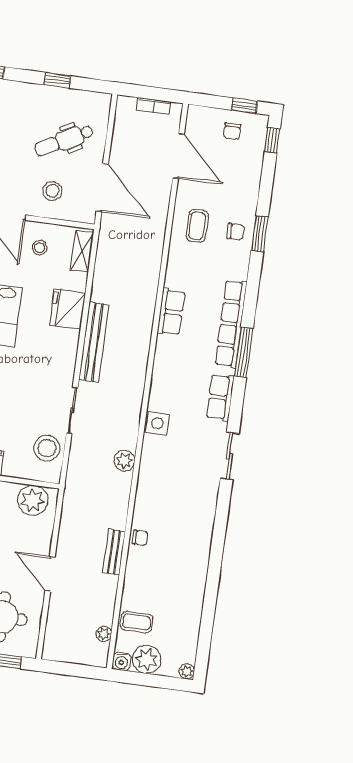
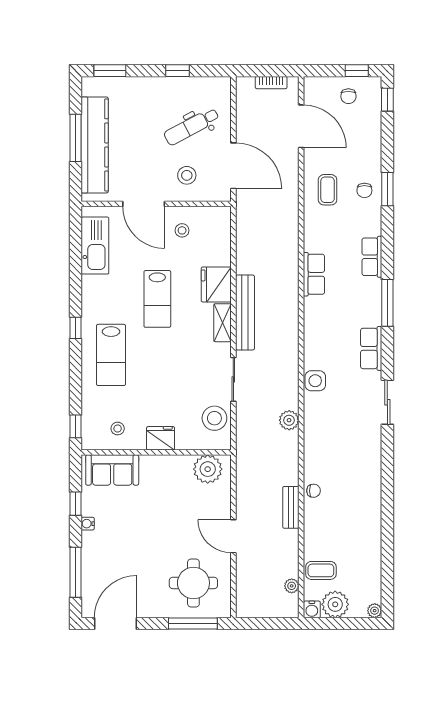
chair: (236, 232) -> (364, 190), turned 90
shelving: (82, 251) -> (223, 323), moved
row of seats: (231, 324) -> (372, 257), width x0.50

